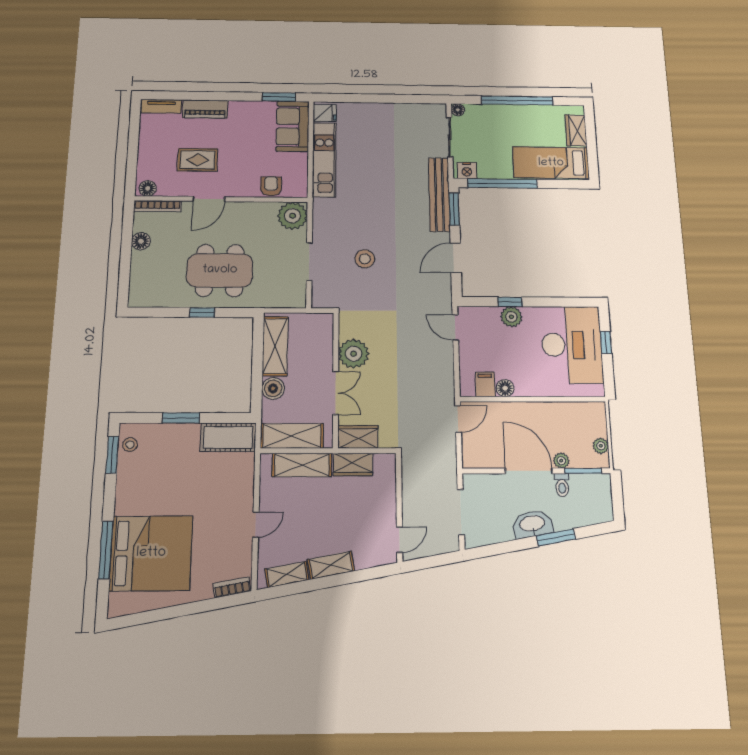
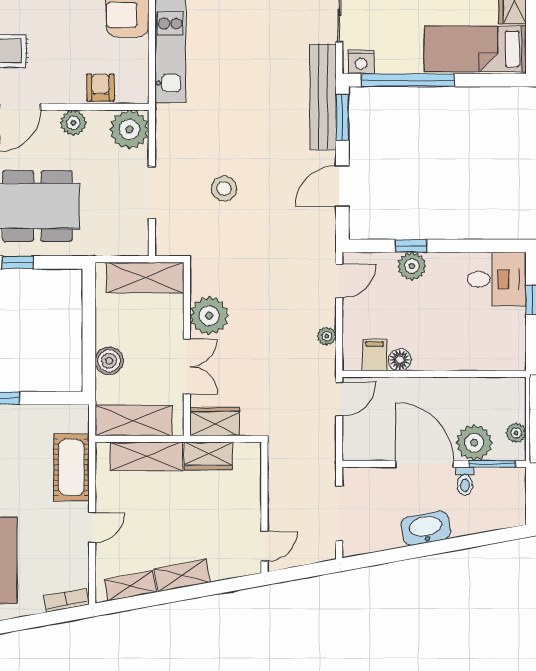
plant: (250, 211) -> (73, 123), added
door: (455, 328) -> (339, 281), swing flipped
desk: (572, 345) -> (497, 279), width x0.53, depth x0.77
shelving: (275, 346) -> (145, 278), moved, turned 90
plant: (447, 370) -> (327, 336), added
cot: (228, 437) -> (71, 467), moved, turned 90
plant: (561, 461) -> (474, 443), width x1.87, depth x1.87
window: (556, 538) -> (454, 544), removed

